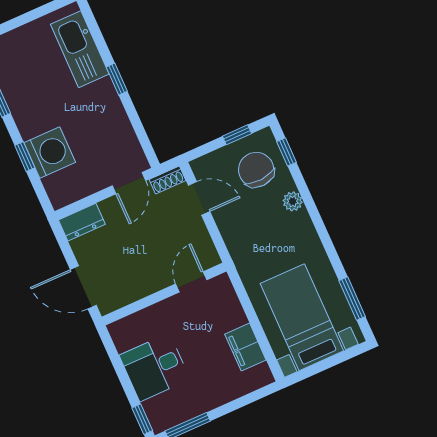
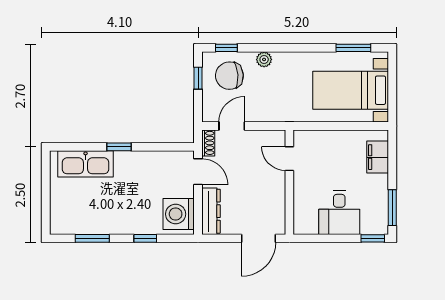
washing machine: (50, 152) -> (179, 214), moved, turned -90
dresser: (82, 222) -> (211, 211), width x1.44
filing cabinet: (245, 347) -> (378, 157), moved, turned 90

